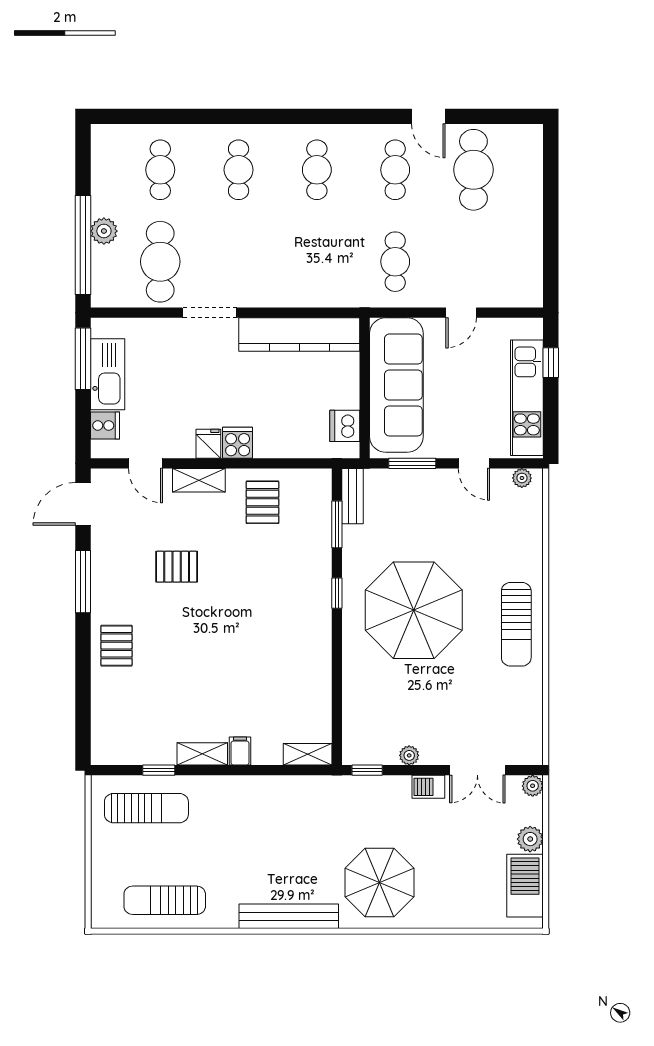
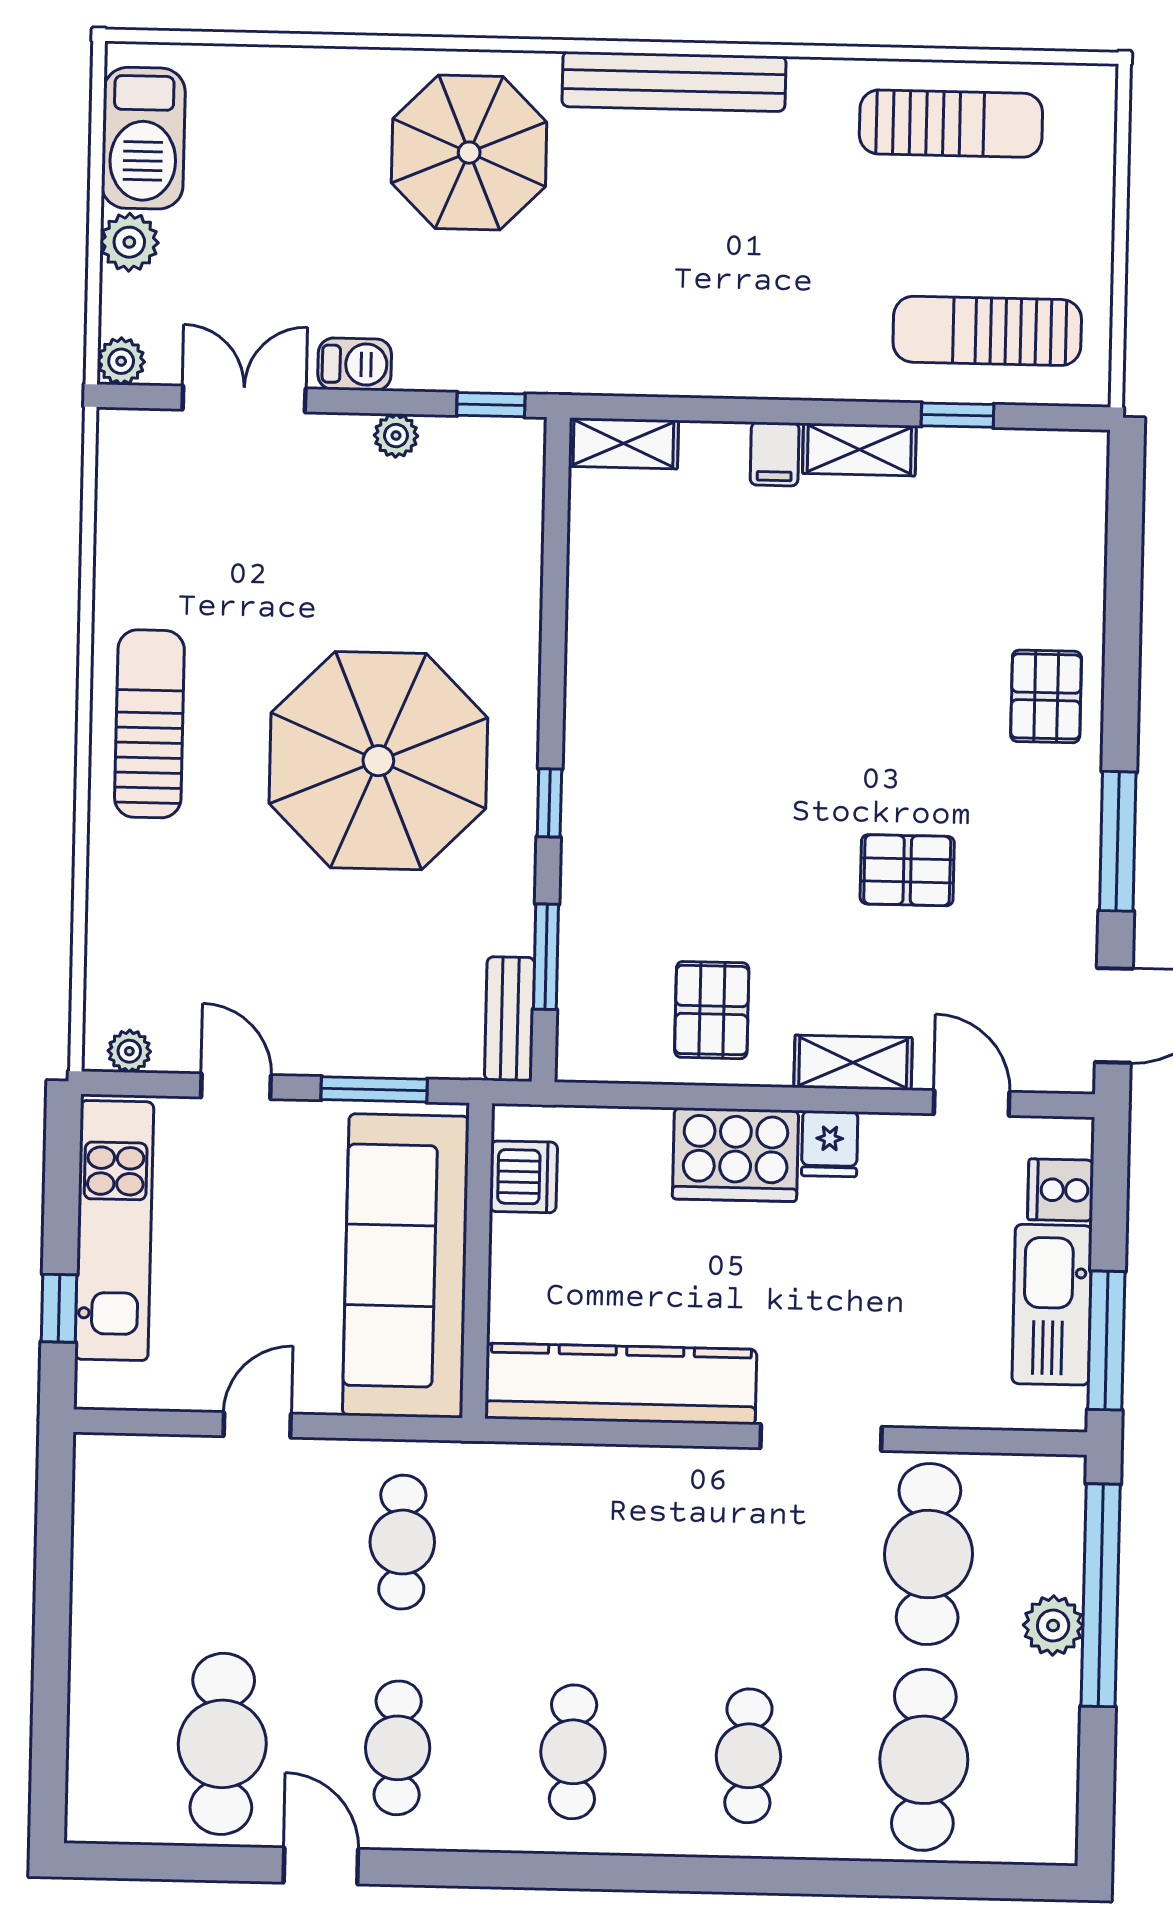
cafe table: (160, 170) -> (924, 1760), width x1.37, depth x1.35
cooker: (238, 443) -> (735, 1155), width x1.87, depth x1.31

